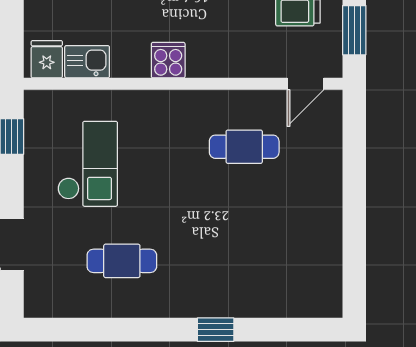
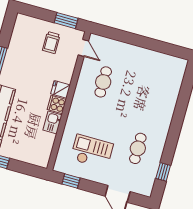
fridge: (47, 59) -> (61, 89), moved
kitchen sink: (87, 62) -> (52, 123), moved
window: (216, 330) -> (163, 172), moved

